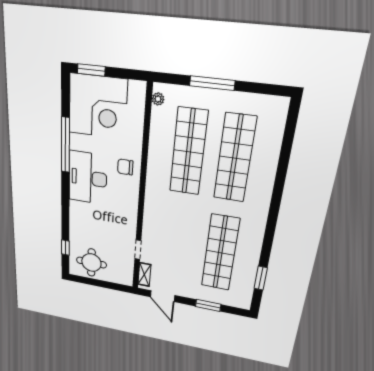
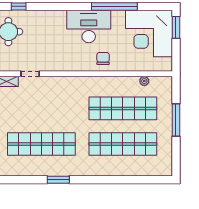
plant: (158, 99) -> (144, 81), moved
window: (261, 278) -> (58, 180), moved

